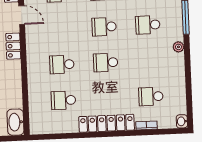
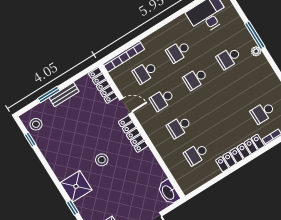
locker: (13, 46) -> (133, 134), width x1.53
plant: (178, 47) -> (256, 51), moved
school desk: (106, 63) -> (162, 99), moved

